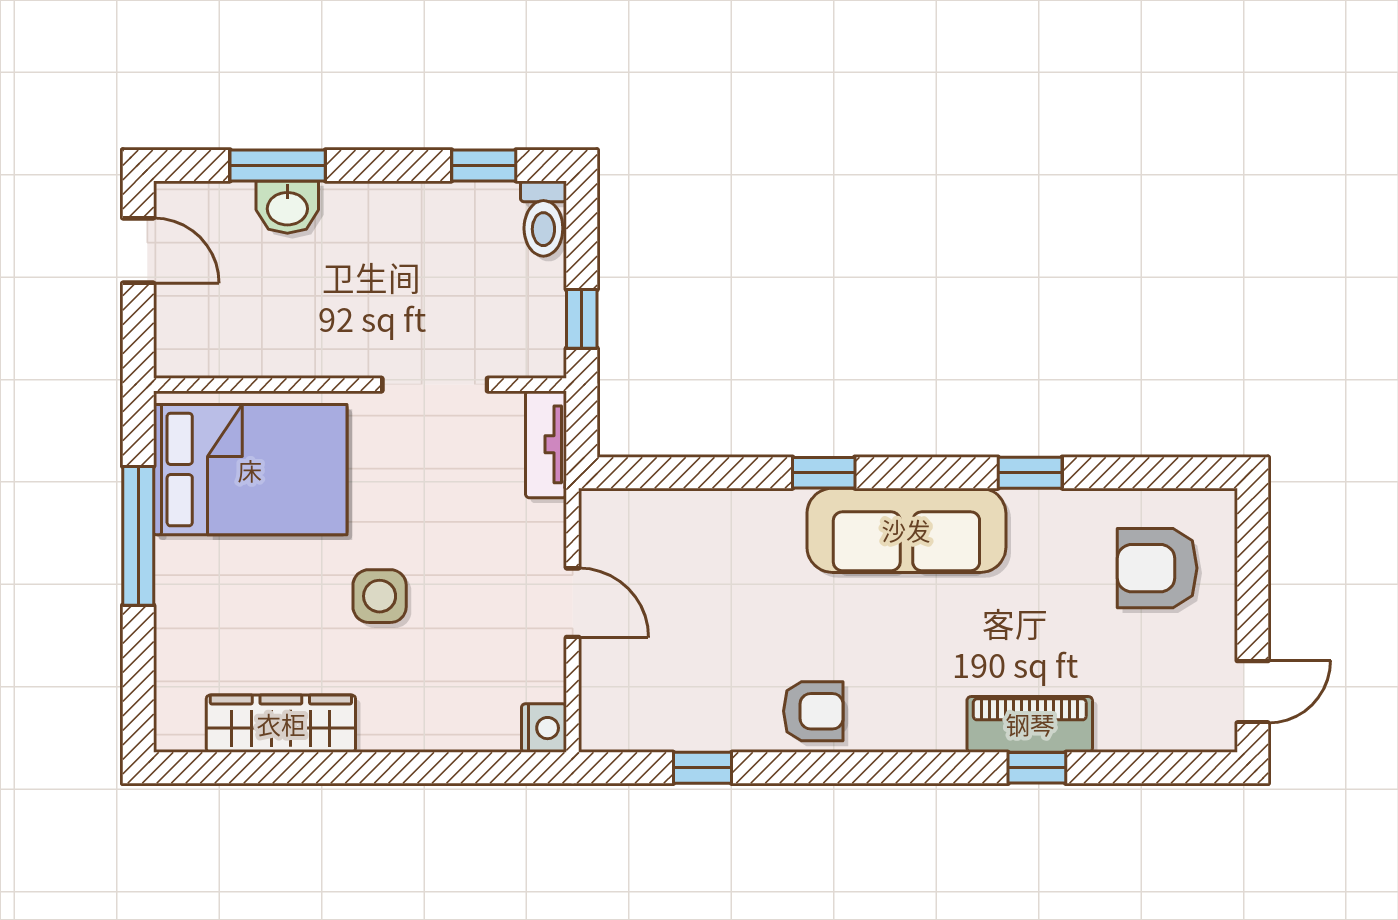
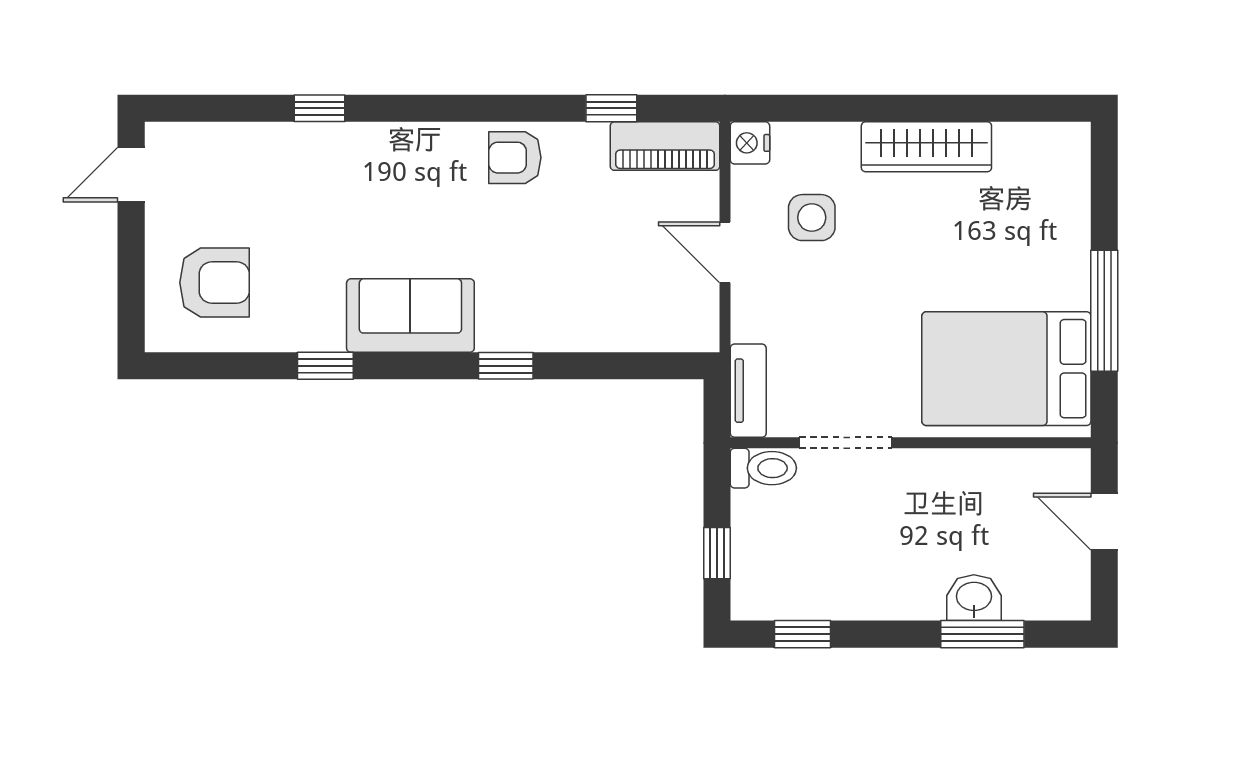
toilet: (543, 219) -> (763, 468), moved, turned 90
door: (138, 251) -> (1104, 522), moved
window: (582, 319) -> (717, 553), moved
sofa: (906, 530) -> (410, 316), width x0.73
side table: (380, 596) -> (812, 218), moved
wardrobe: (281, 724) -> (926, 147), moved
piano: (1030, 724) -> (665, 146), moved

